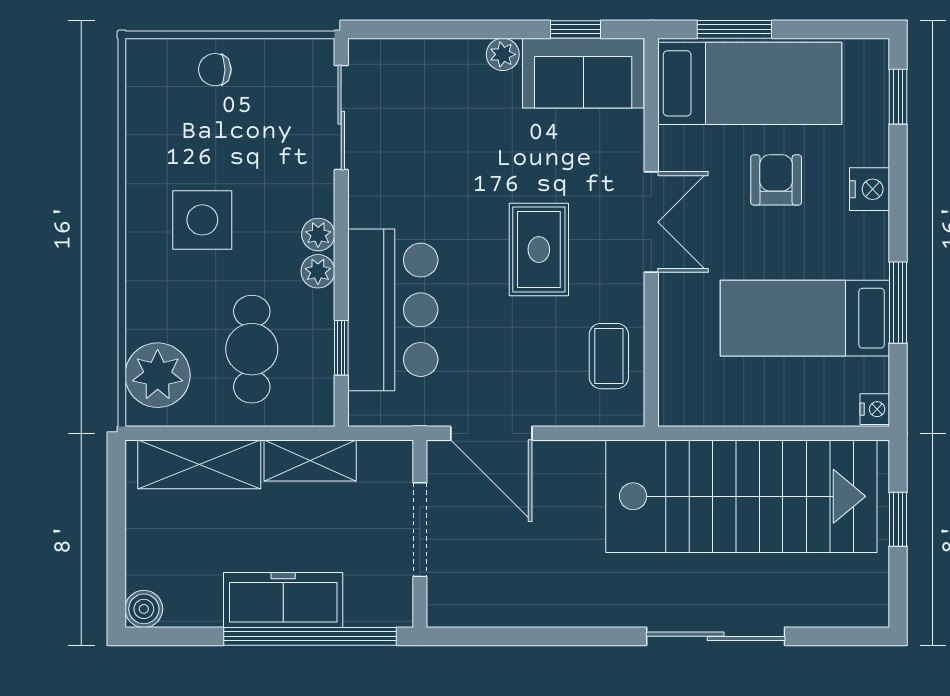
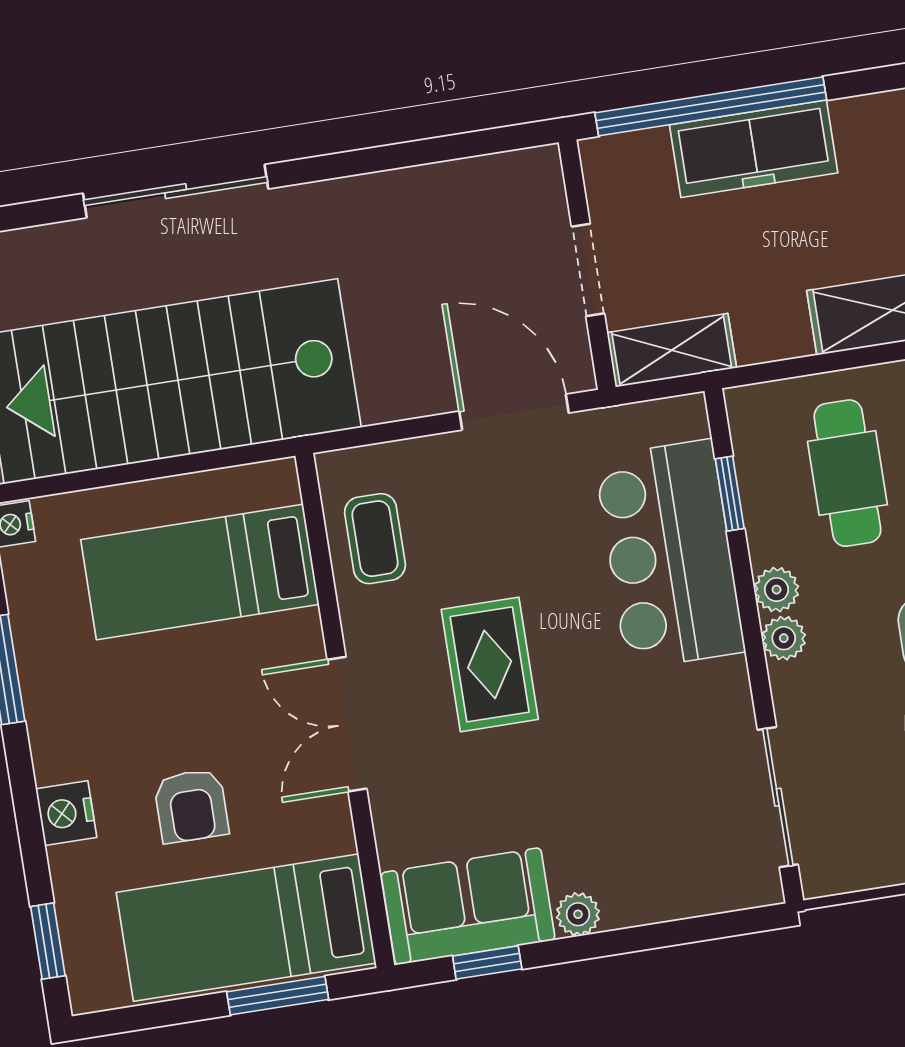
bed: (805, 318) -> (200, 572), moved, turned 180
shelving: (310, 461) -> (672, 350), moved
doorway: (420, 530) -> (588, 270), width x0.73

